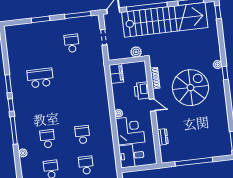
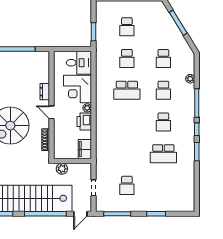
printer: (142, 91) -> (84, 122), moved, turned 180
school desk: (44, 108) -> (163, 122), added
school desk: (82, 135) -> (127, 90), width x1.85
dresser: (163, 137) -> (45, 92), moved

